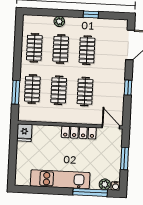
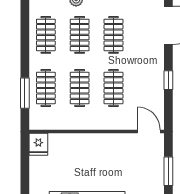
locker: (79, 133) -> (108, 141), removed

